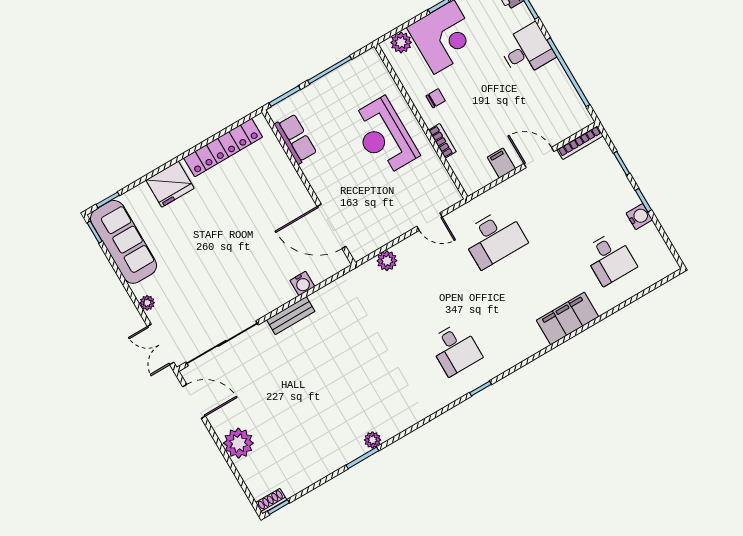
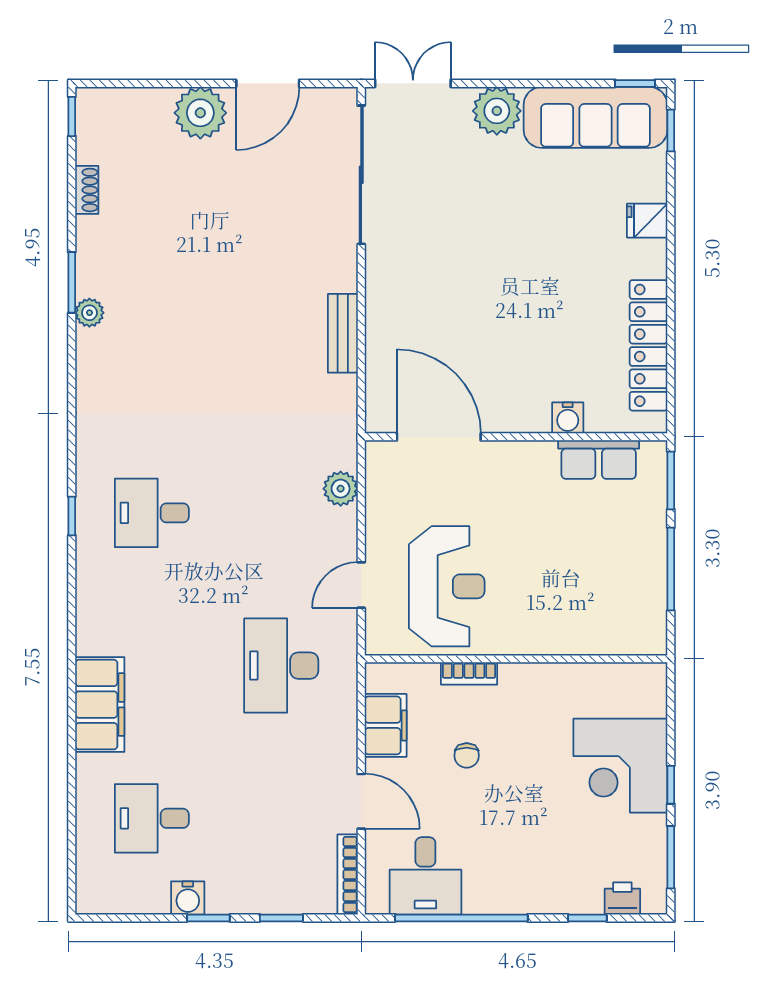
plant: (401, 42) -> (649, 698), removed
desk: (527, 50) -> (425, 876), moved
chair: (436, 98) -> (467, 755), moved
reception desk: (384, 136) -> (447, 586), moved, turned 90
door: (539, 157) -> (361, 801), hinge flipped
filing cabinet: (501, 163) -> (386, 725), width x2.00
fridge: (170, 184) -> (647, 221), width x0.53, depth x0.75
door: (332, 226) -> (439, 437), hinge flipped
water cooler: (302, 283) -> (568, 418), moved, turned -90
plant: (147, 303) -> (497, 111), width x1.87, depth x1.87
bench: (291, 316) -> (343, 333), moved
door: (194, 401) -> (268, 83), moved
shoe rack: (271, 501) -> (87, 190), moved

